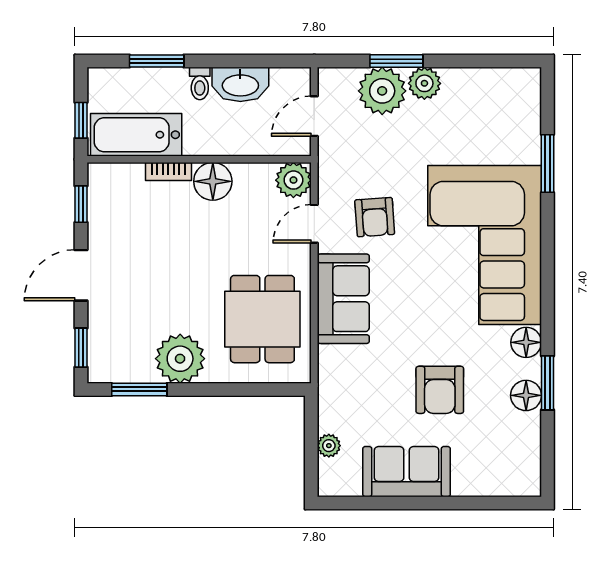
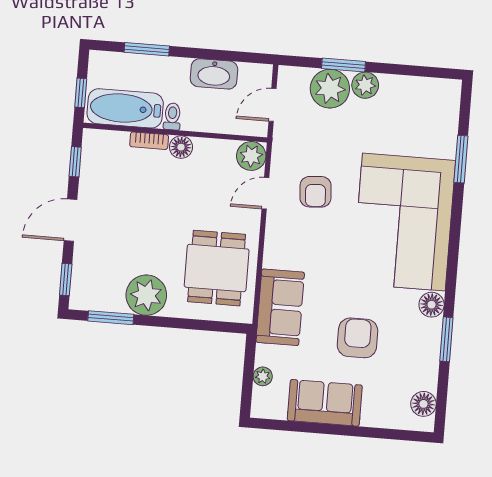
toilet: (200, 83) -> (172, 116), moved, turned 180
floor lamp: (213, 181) -> (181, 147), width x0.73, depth x0.73
sofa: (343, 299) -> (280, 307), moved
armchair: (440, 390) -> (358, 338), turned 180
floor lamp: (526, 395) -> (423, 404), moved

